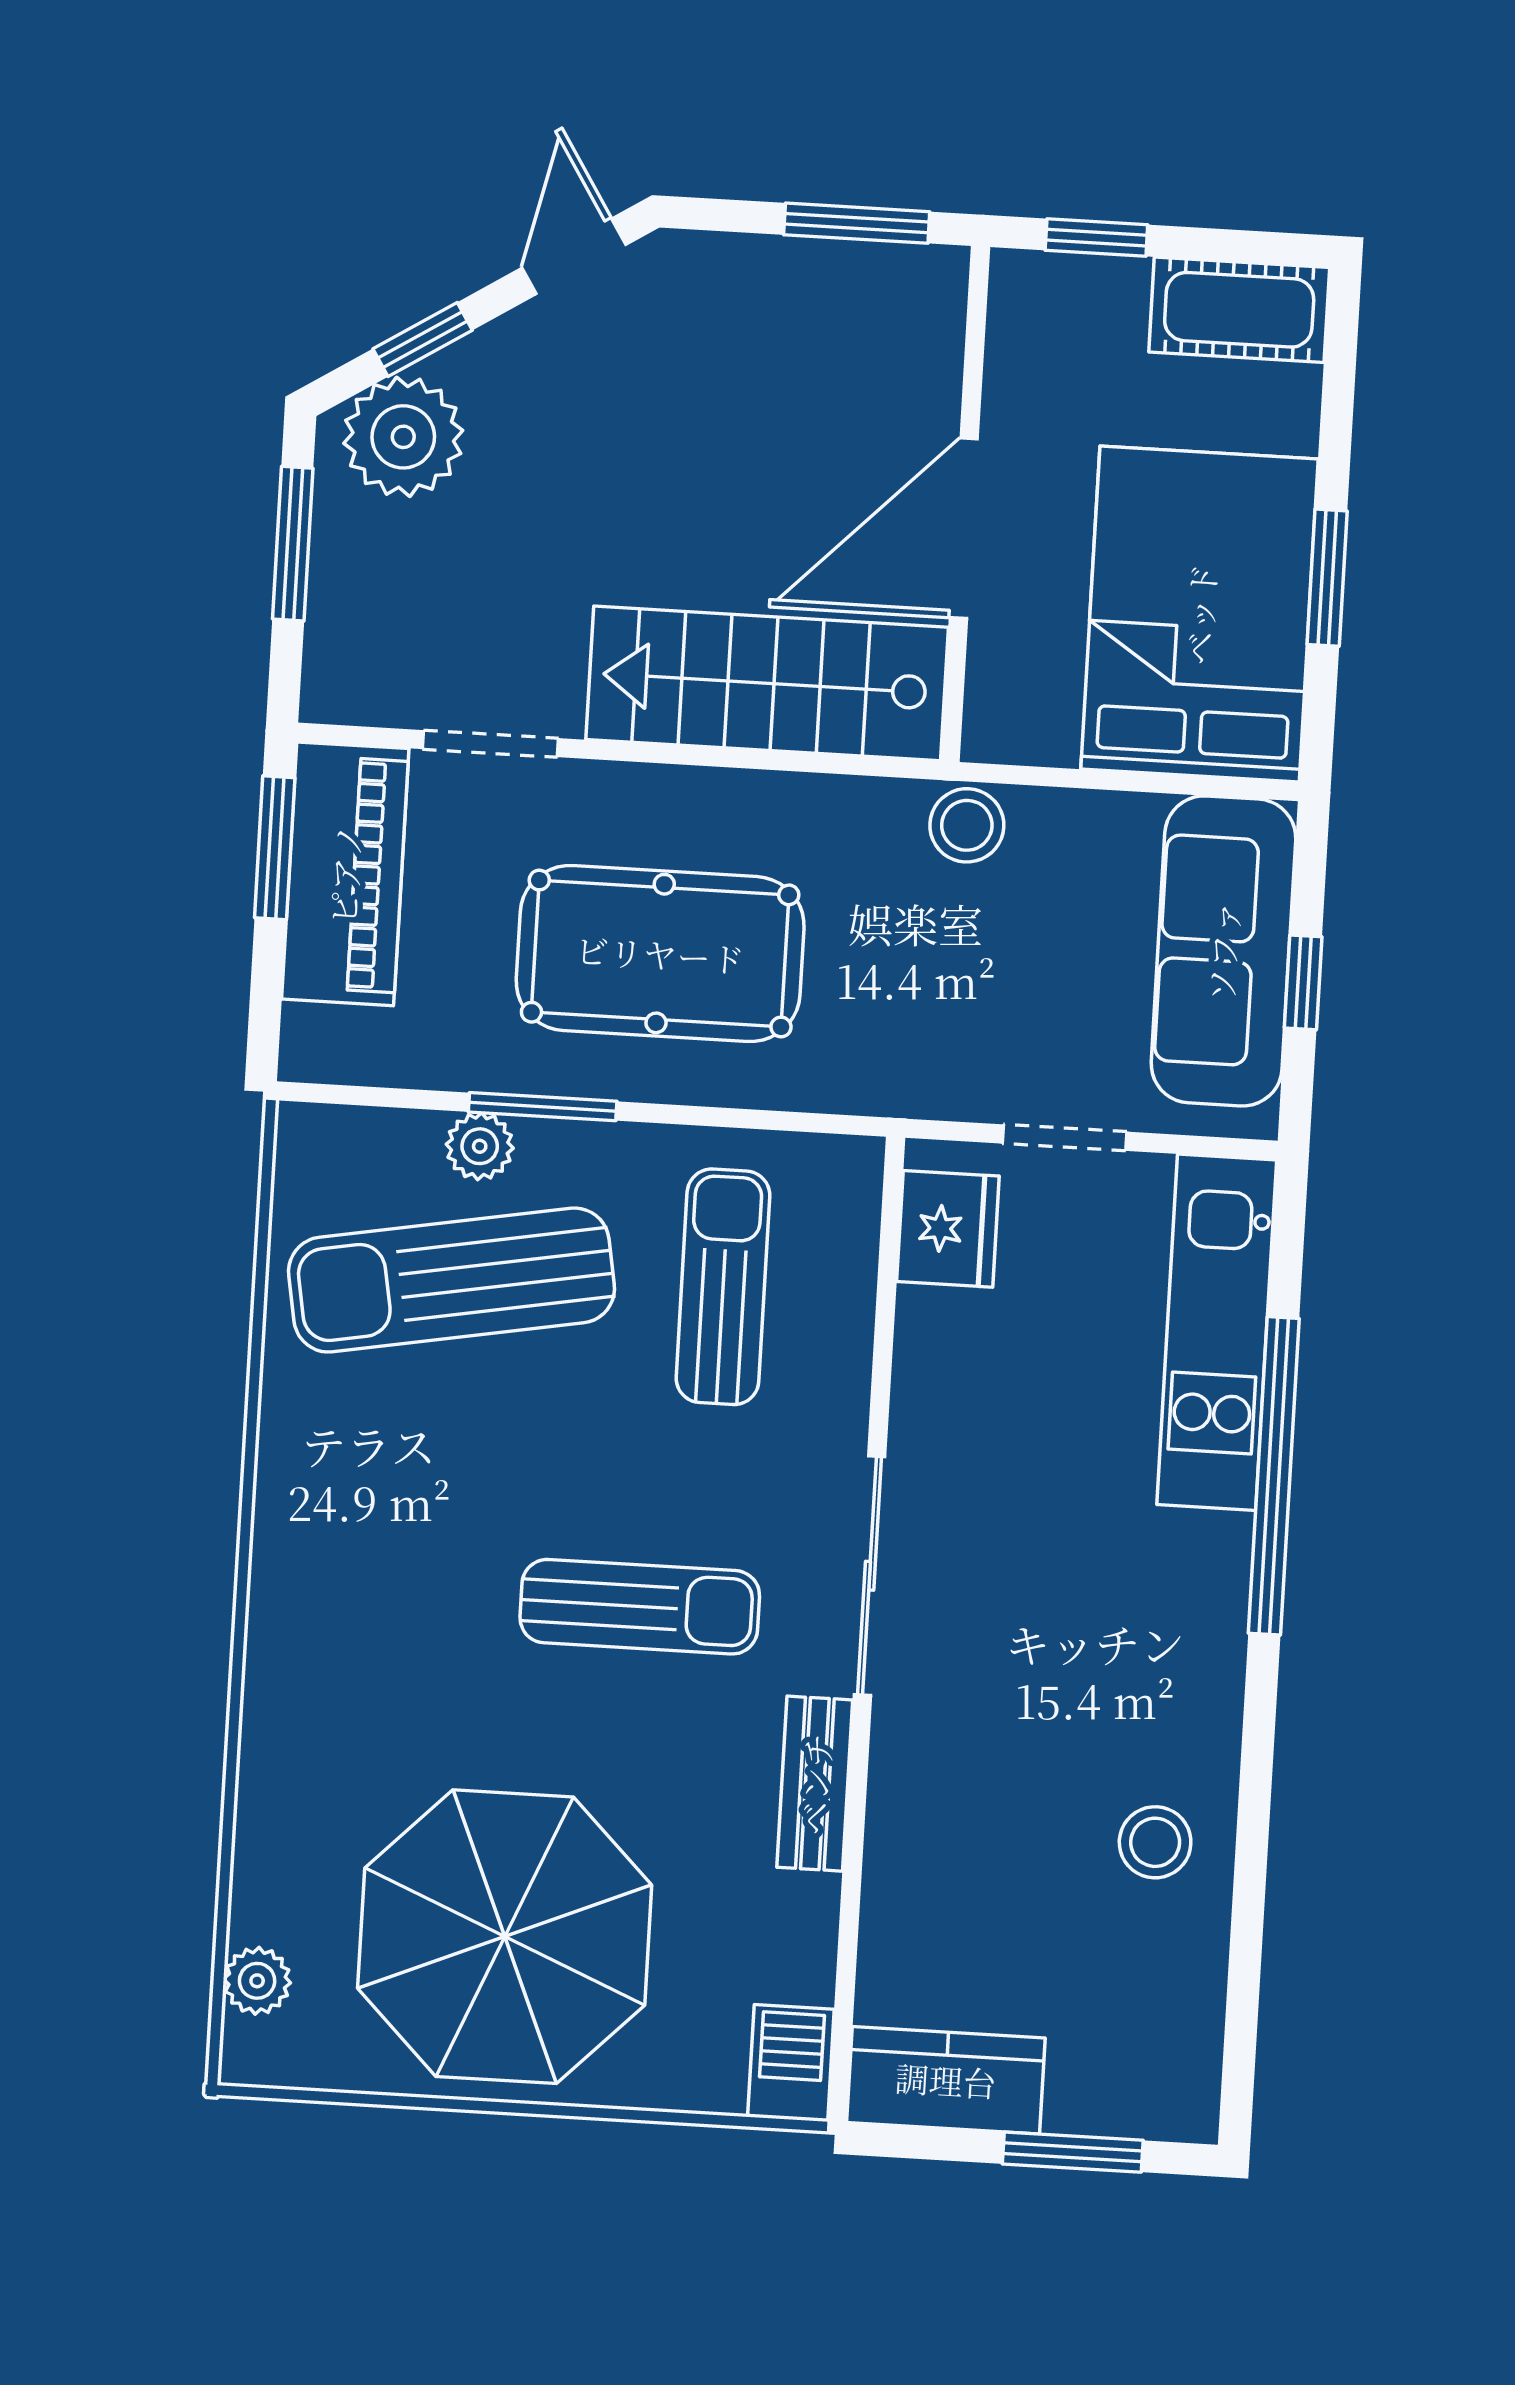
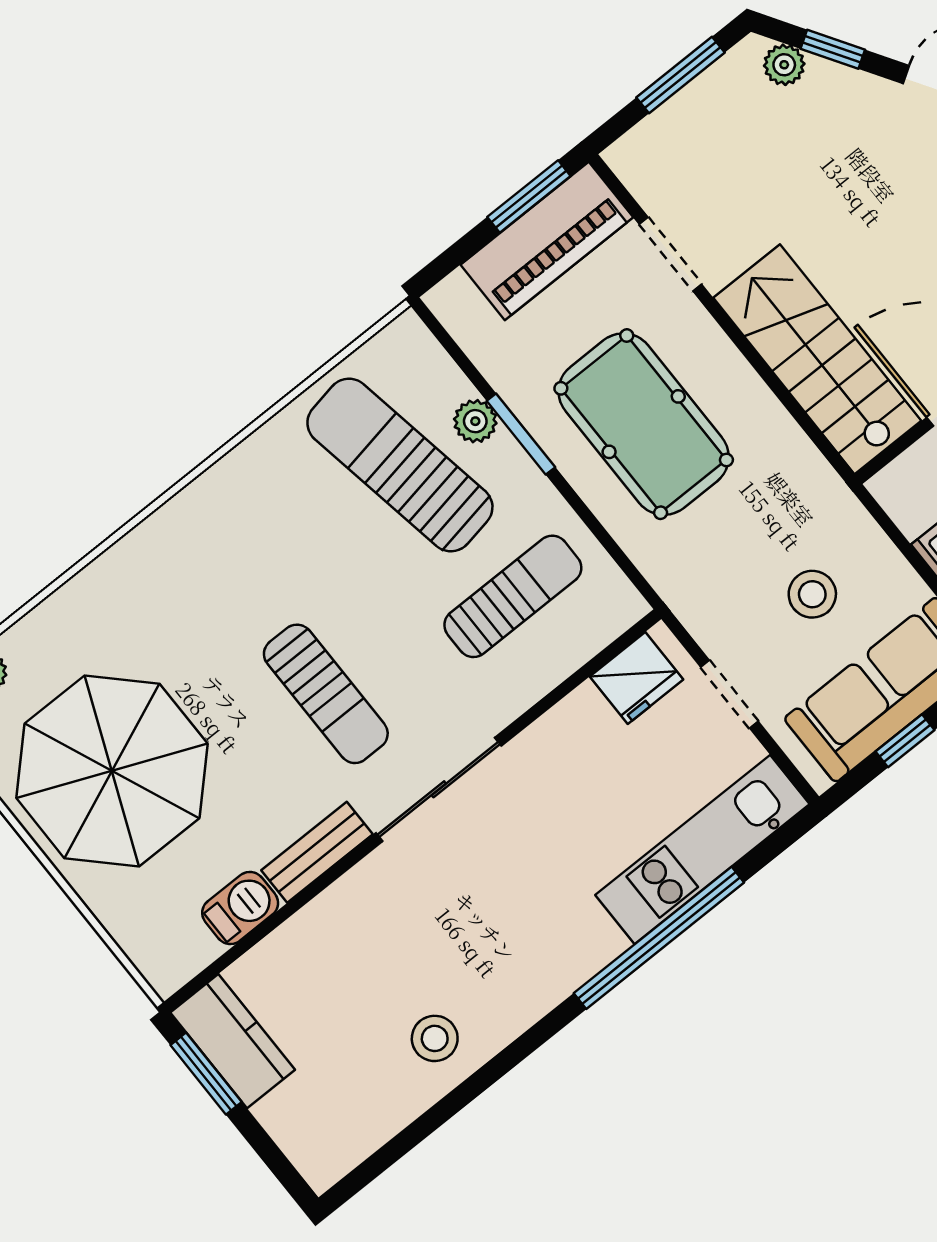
plant: (403, 437) -> (784, 65), width x0.53, depth x0.53
stool: (967, 825) -> (812, 594), moved
barbecue: (791, 2063) -> (240, 908), moved
window: (1073, 2152) -> (206, 1074), moved

